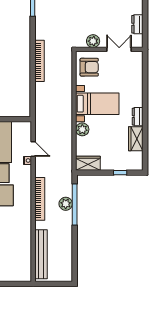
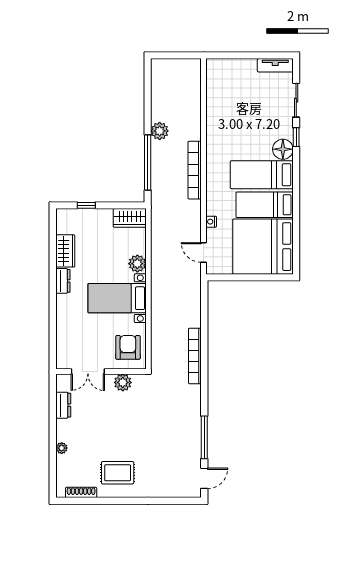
armchair: (89, 67) -> (128, 347), turned 90
door: (33, 149) -> (204, 253), moved
plant: (66, 204) -> (160, 131), moved
bench: (41, 254) -> (193, 95), removed

